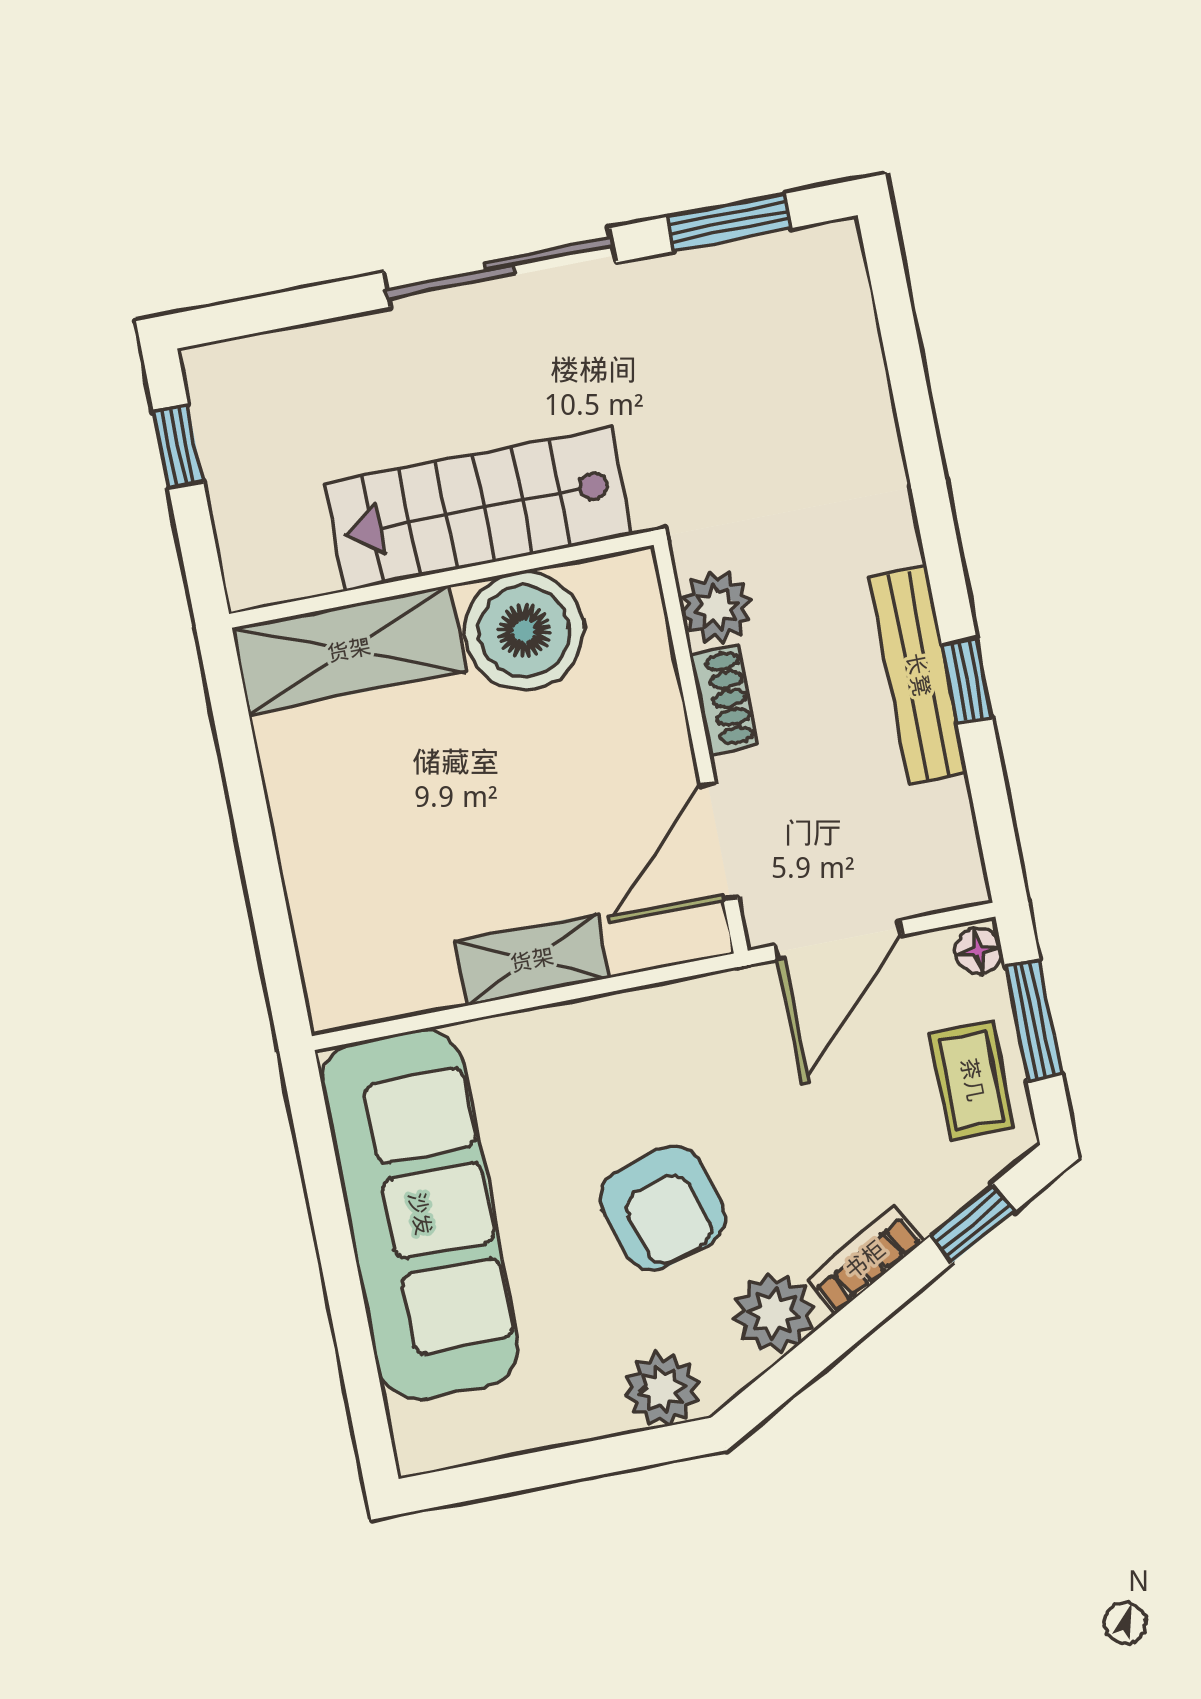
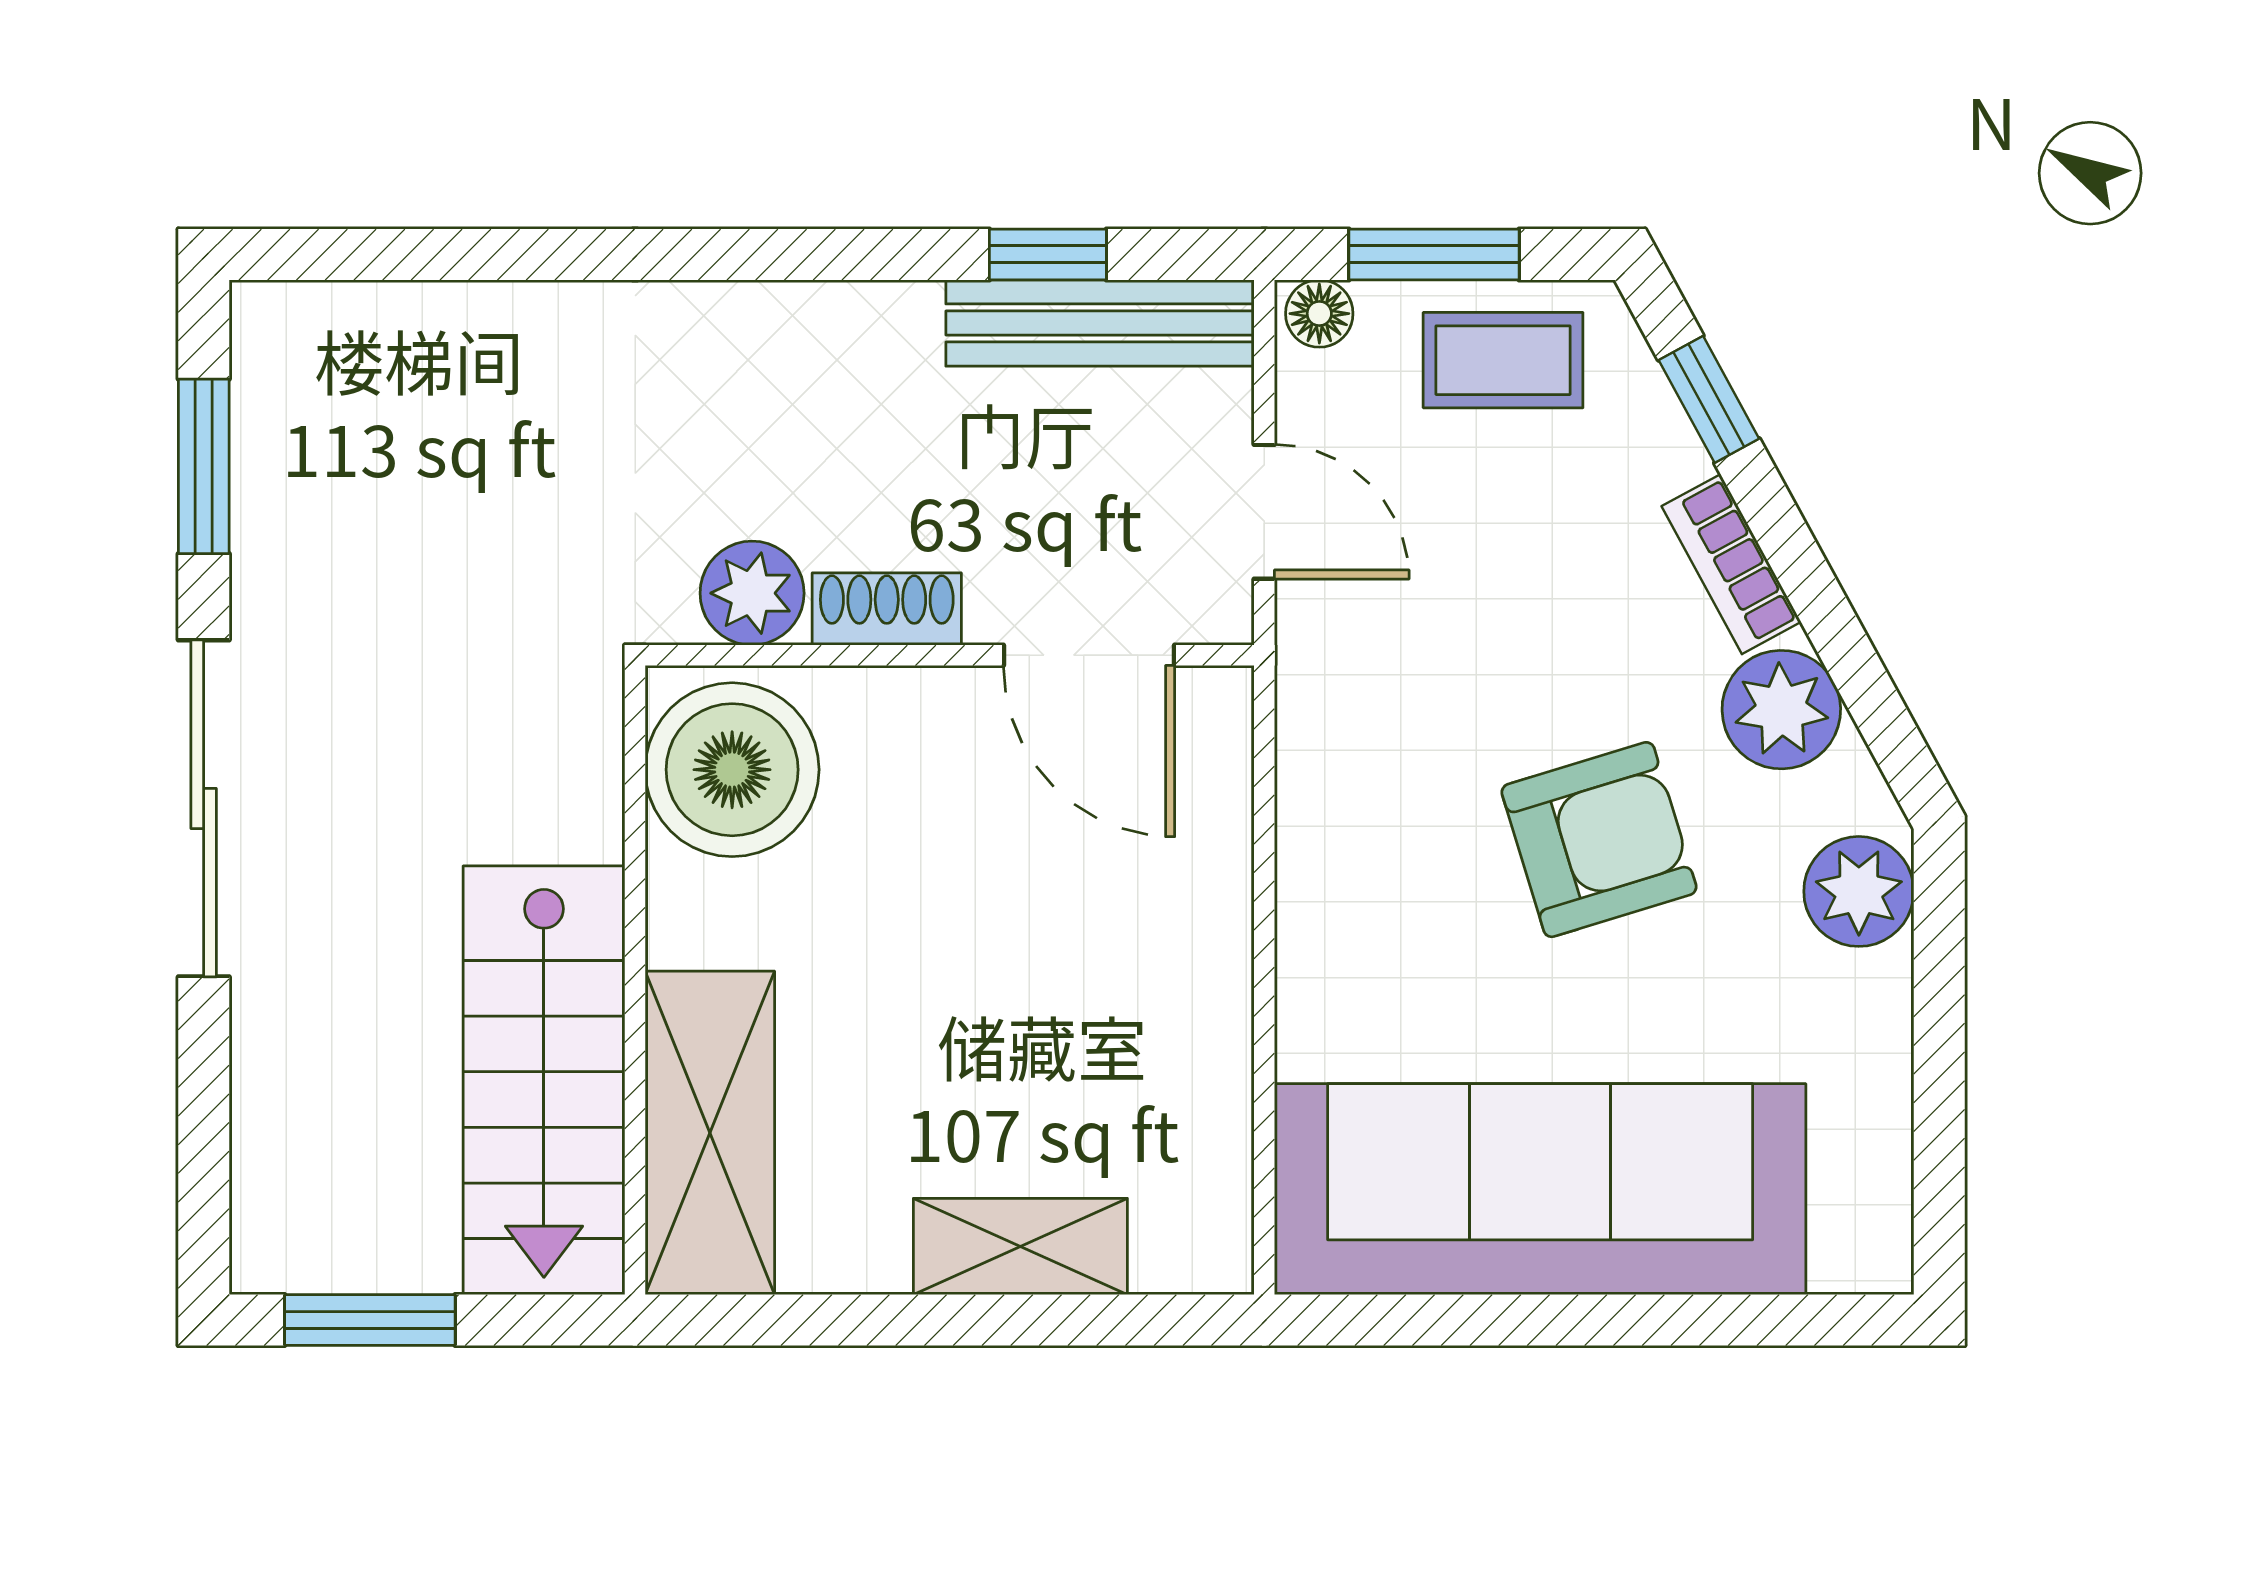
window: (178, 446) -> (370, 1320), width x1.50
stairs: (478, 509) -> (544, 1080), moved
boiler: (524, 631) -> (732, 770), moved
bench: (918, 675) -> (1100, 323), moved
window: (967, 681) -> (1048, 254), moved
door: (839, 940) -> (1264, 512), width x0.73
shelving: (532, 960) -> (1020, 1247), moved, turned 90

